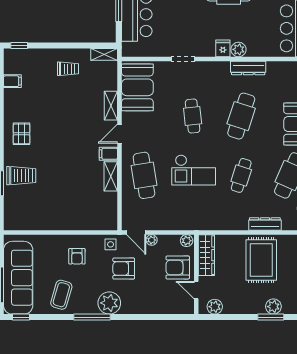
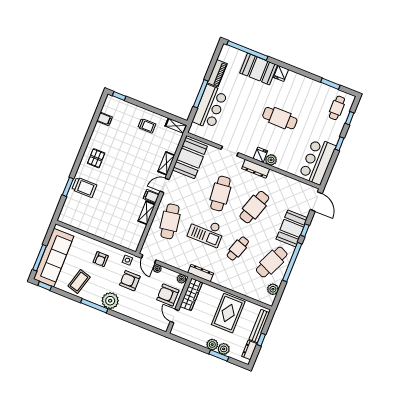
dresser: (248, 68) -> (256, 169), moved
cafe table: (193, 116) -> (220, 194), width x1.37, depth x1.35
dresser: (265, 224) -> (201, 273), moved
plant: (215, 307) -> (212, 345), moved

